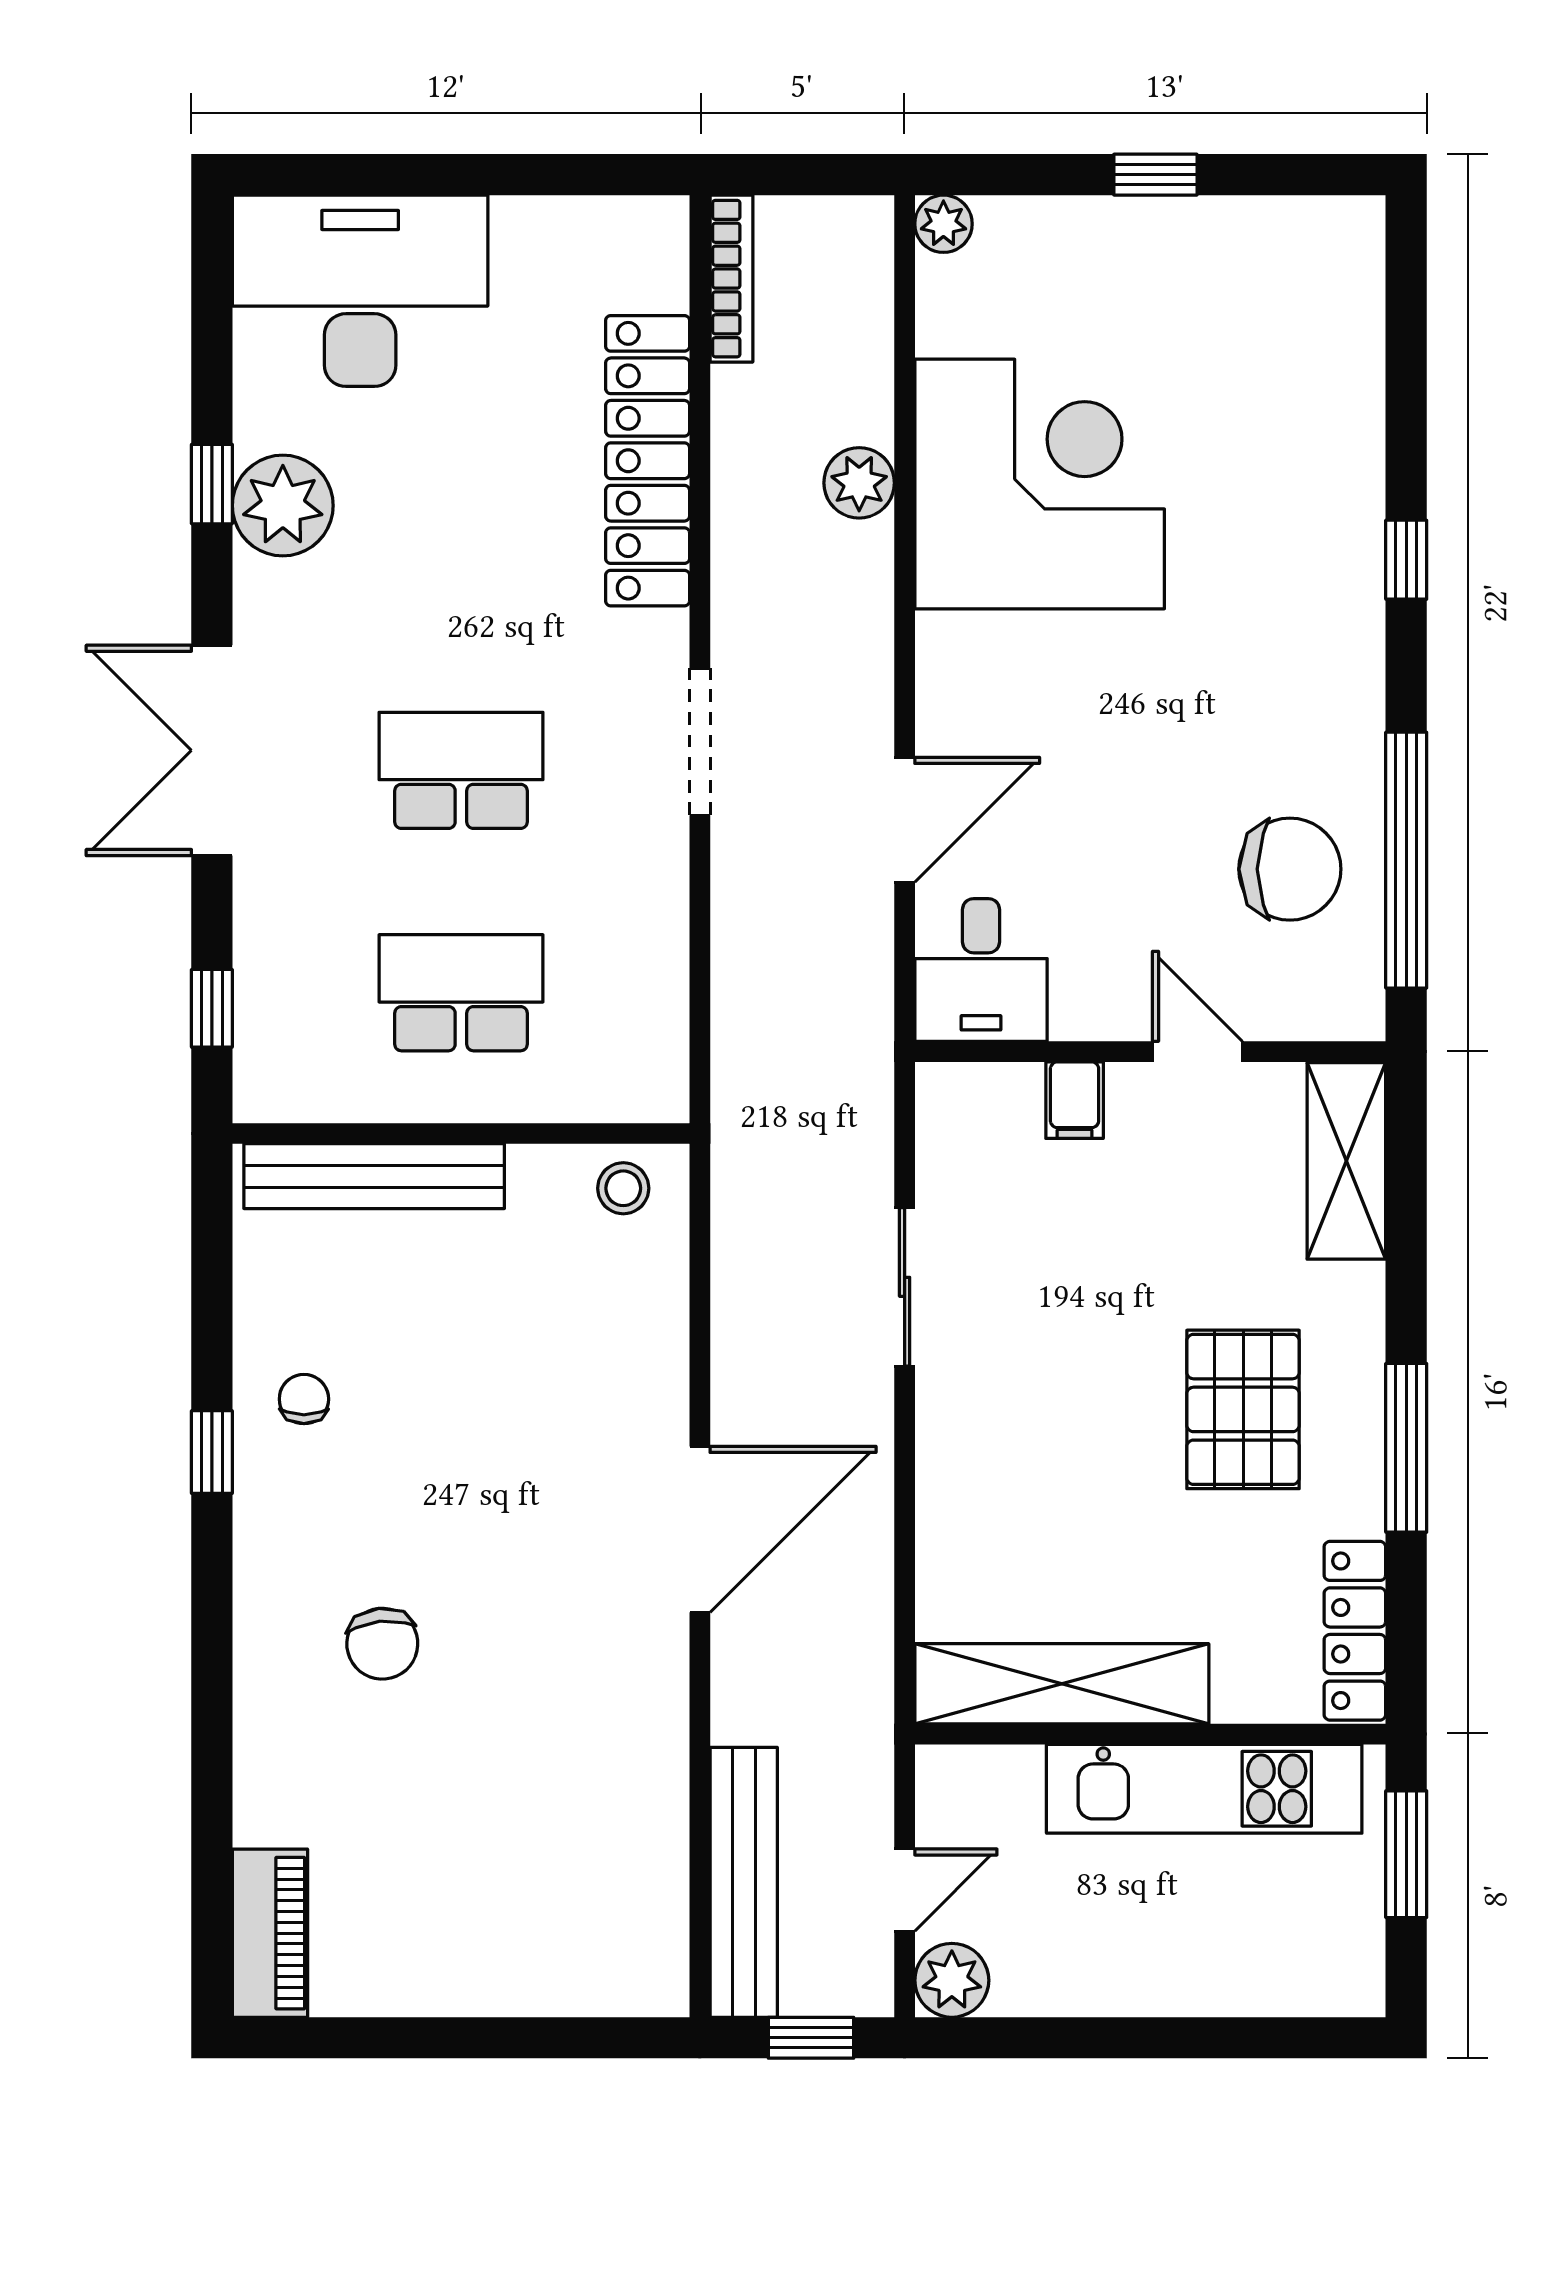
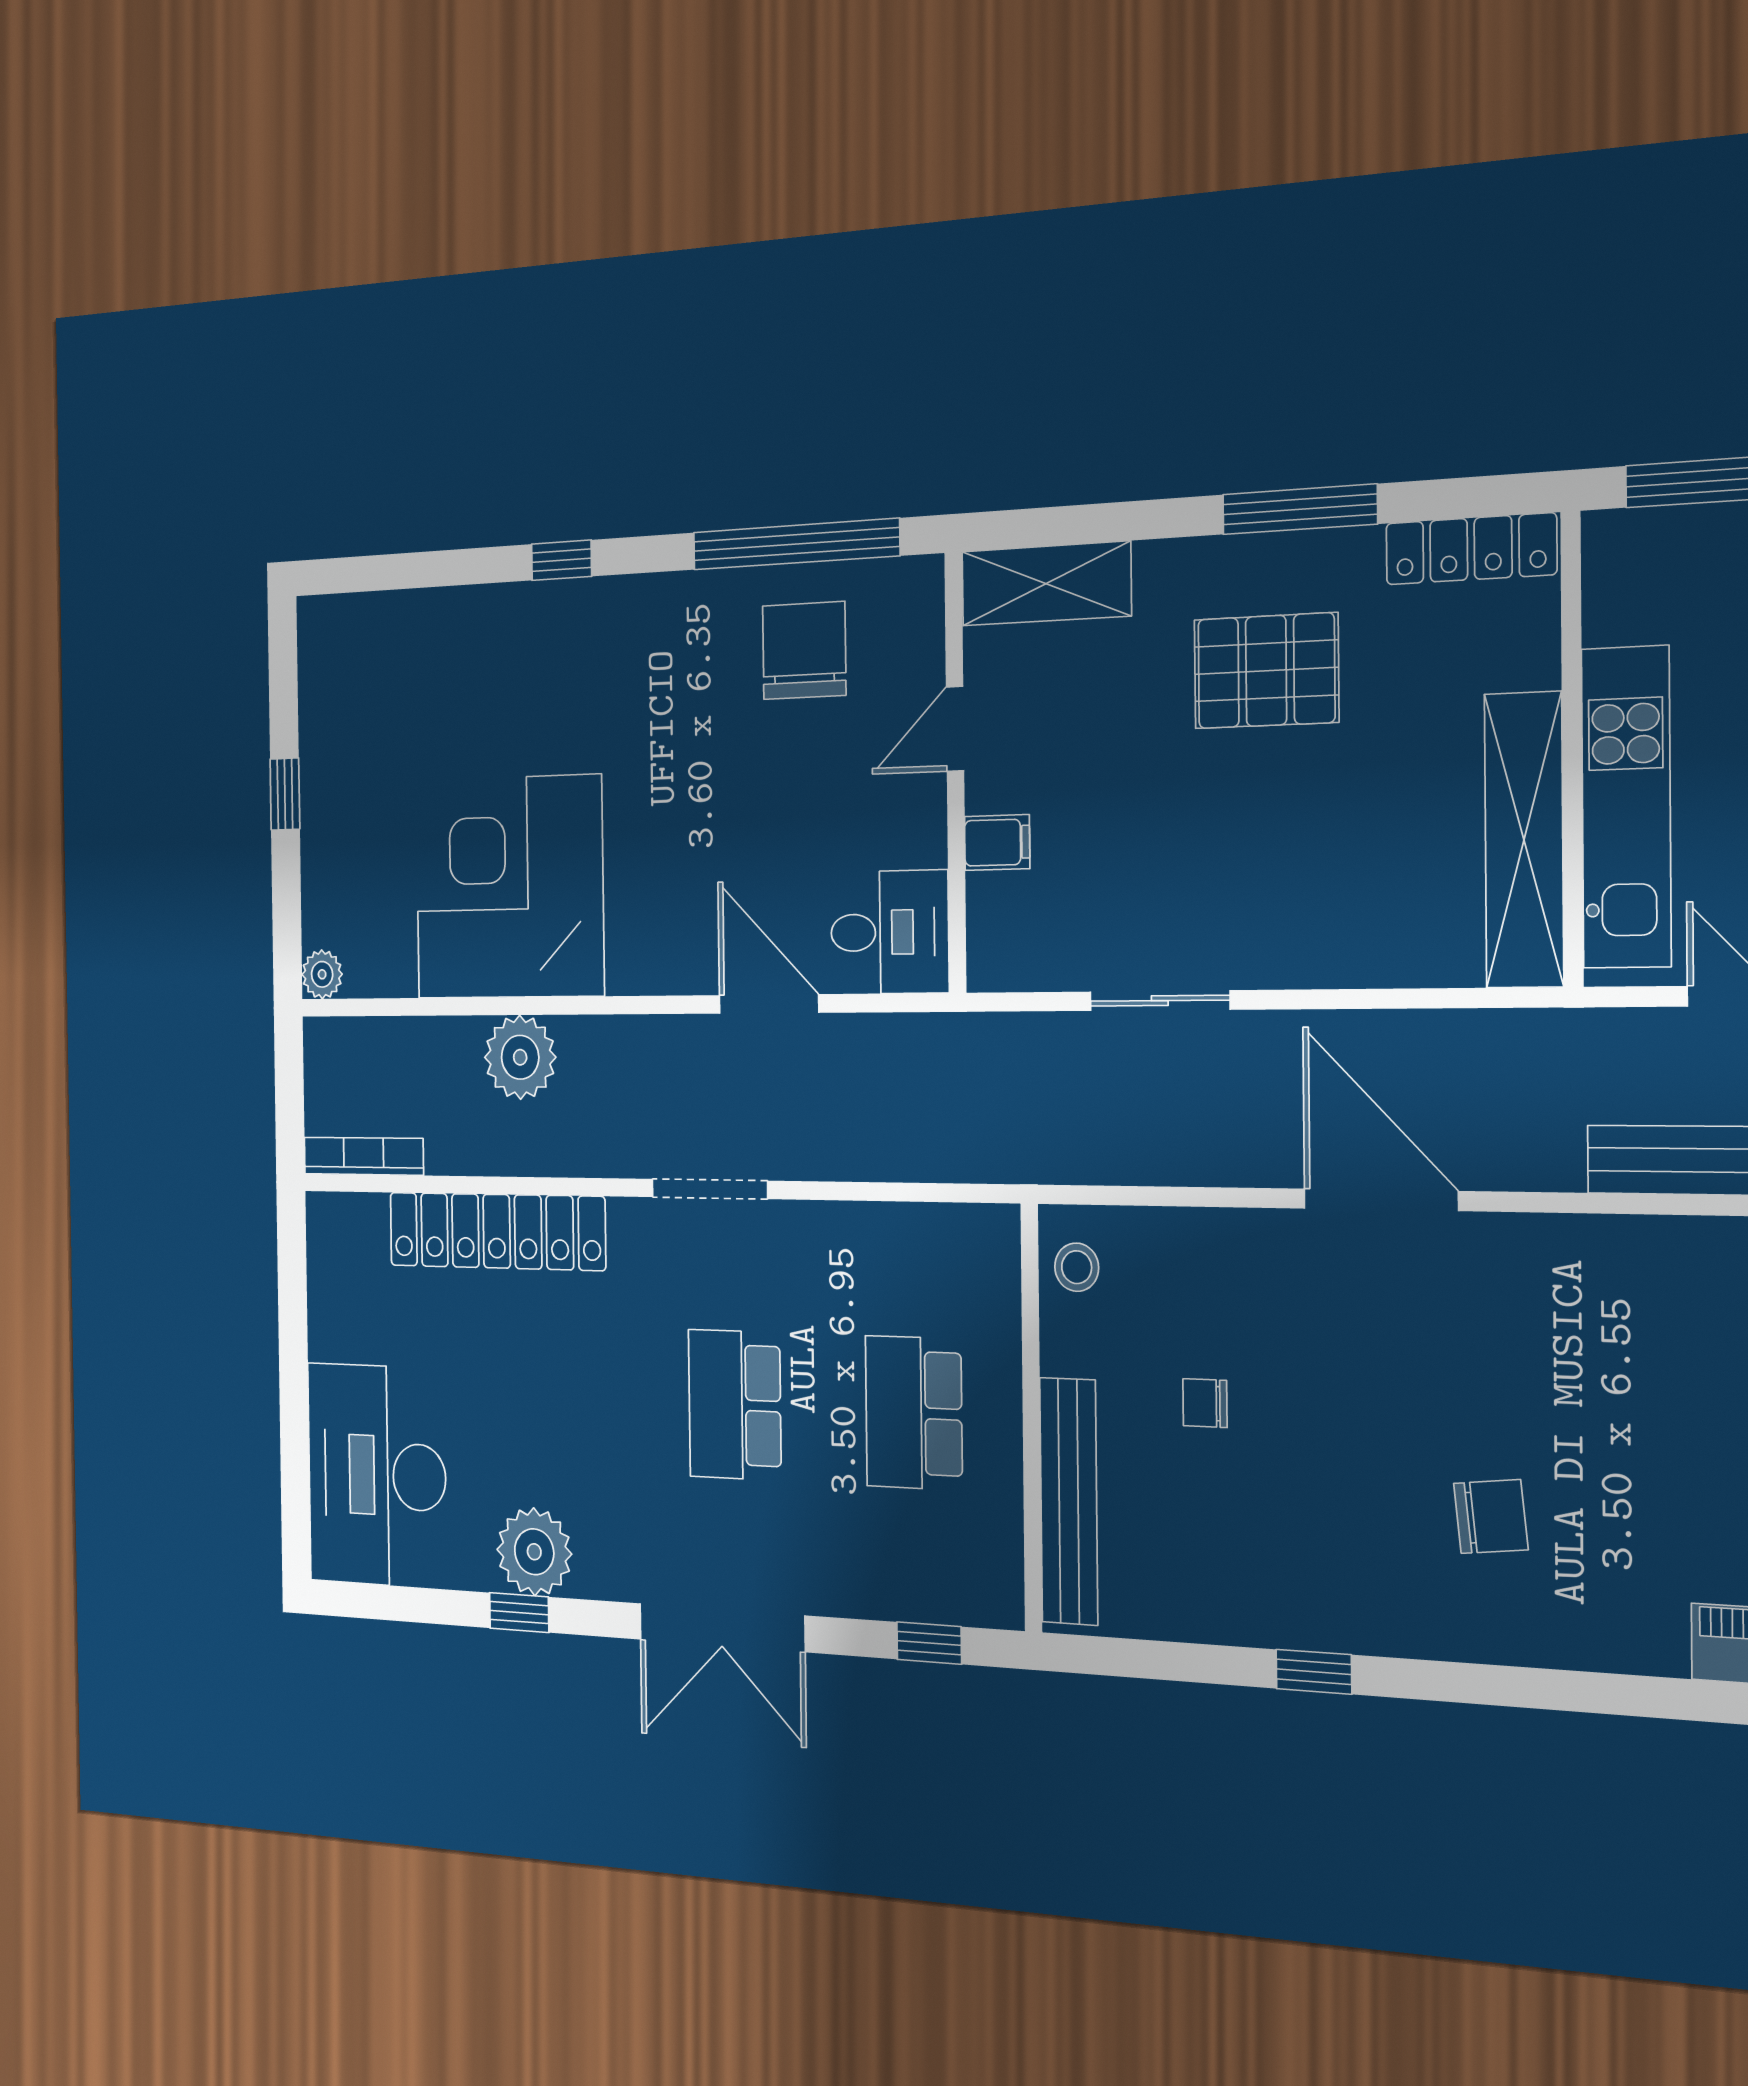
plant: (859, 483) -> (520, 1057), width x1.36, depth x1.36
chair: (304, 1399) -> (1205, 1403), moved
kitchen unit: (1204, 1789) -> (1626, 807), moved

